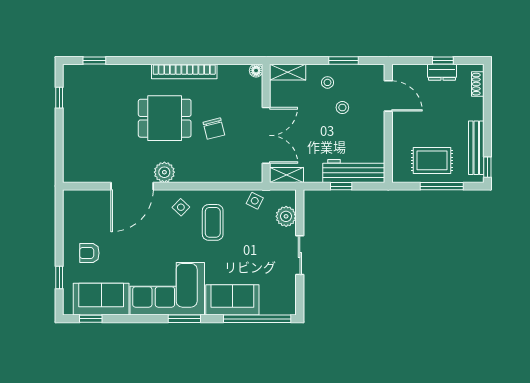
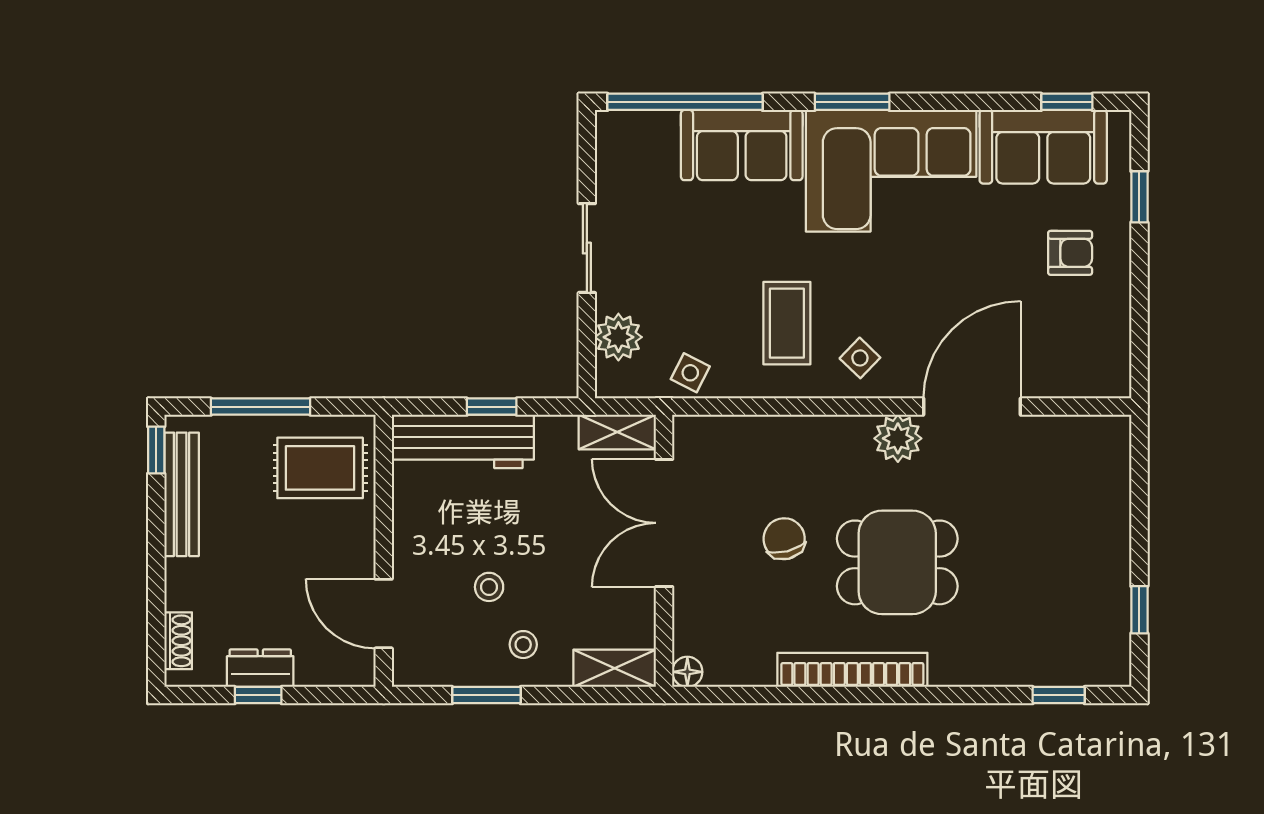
rug: (432, 160) -> (320, 468), moved

